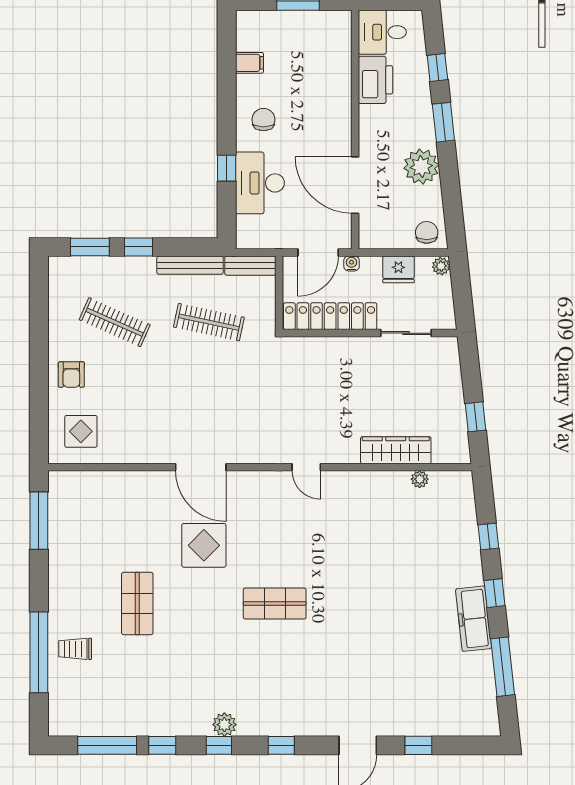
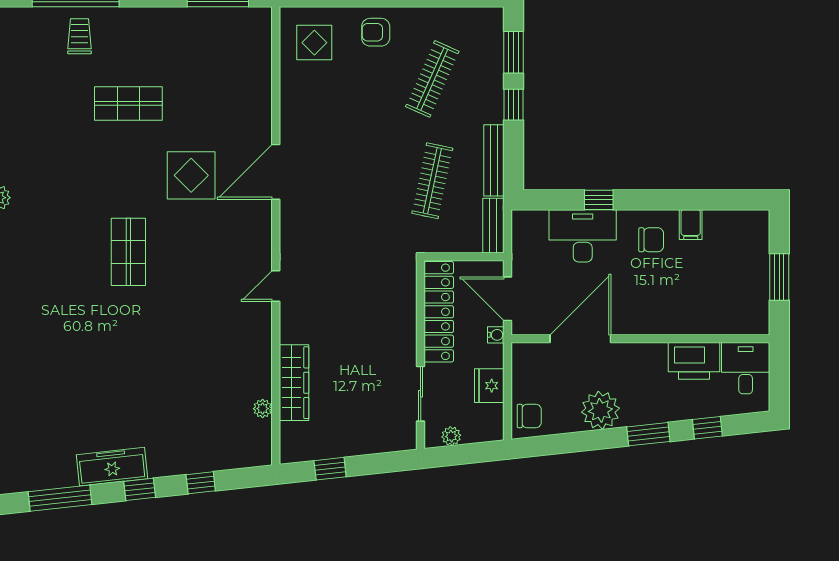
filing cabinet: (250, 63) -> (691, 225), moved
plant: (441, 266) -> (451, 436), moved

